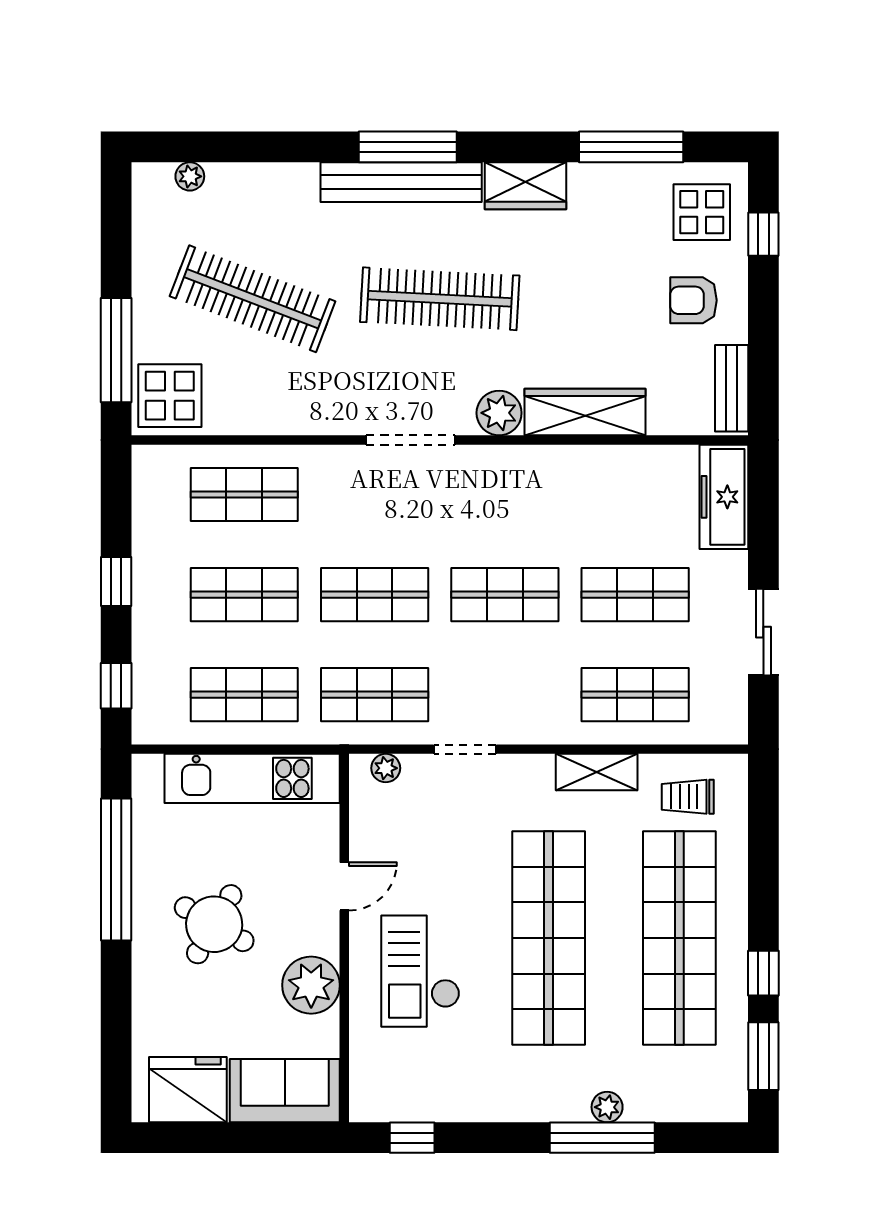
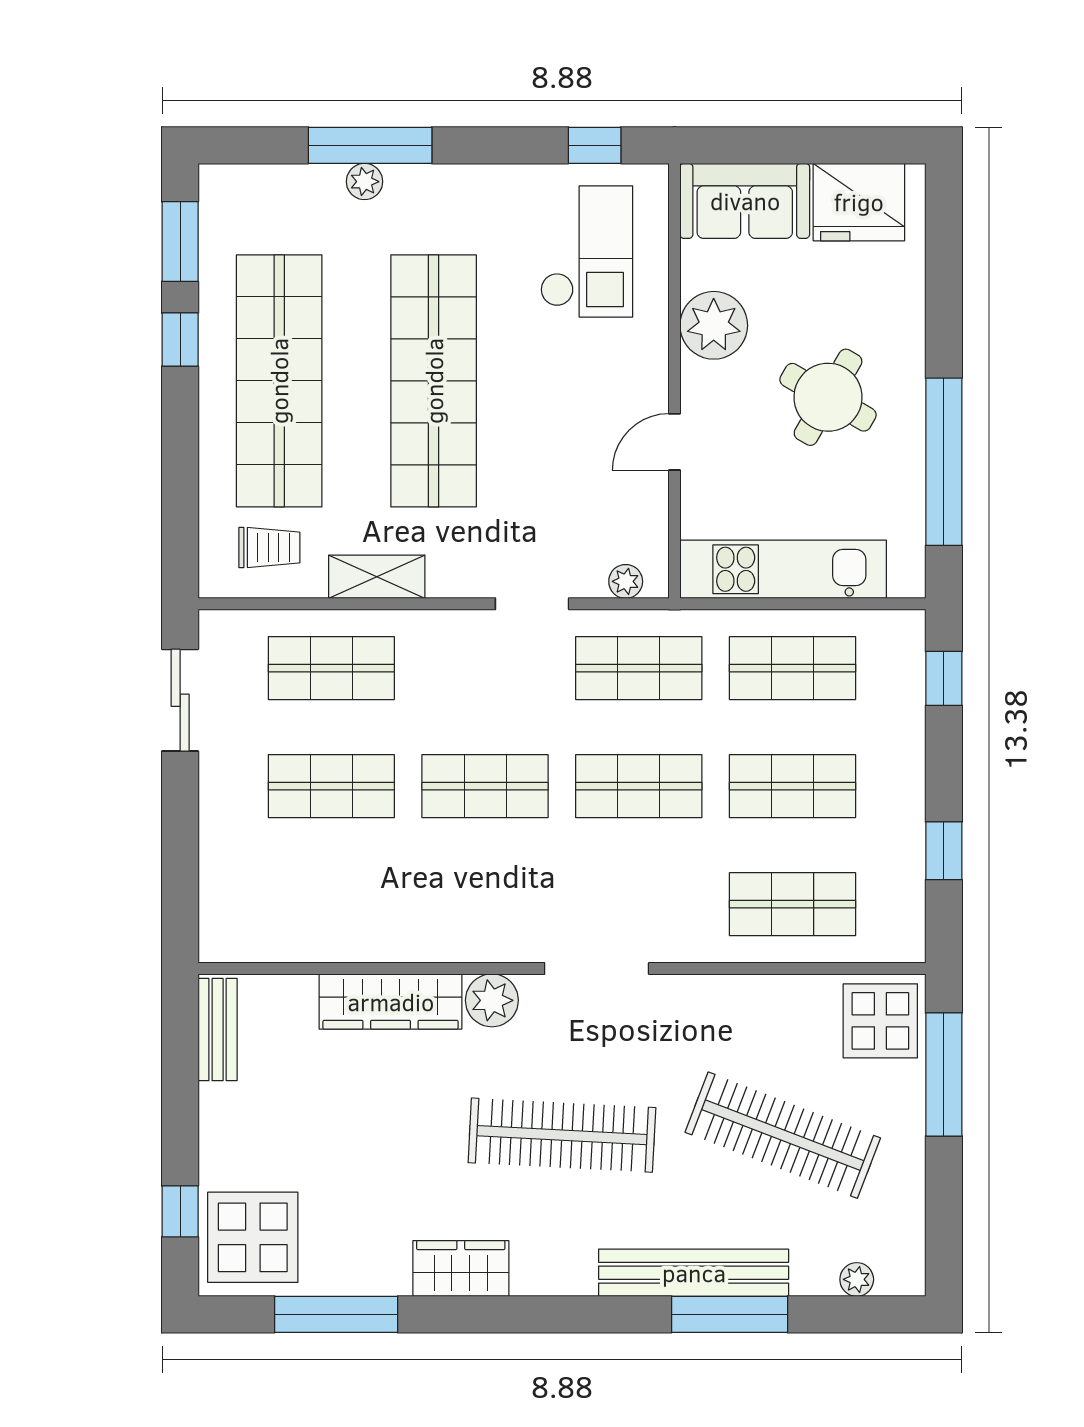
window: (408, 147) -> (730, 1314), moved
bench: (401, 182) -> (694, 1273), moved
display table: (702, 212) -> (253, 1237), width x1.36, depth x1.36
armchair: (693, 300) -> (263, 1133), removed
freezer: (724, 497) -> (227, 901), removed
window: (116, 582) -> (944, 851), moved
sliding door: (763, 632) -> (180, 700), moved
checkout: (420, 971) -> (587, 251), moved

